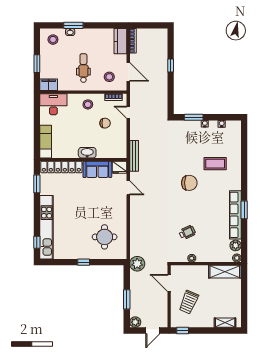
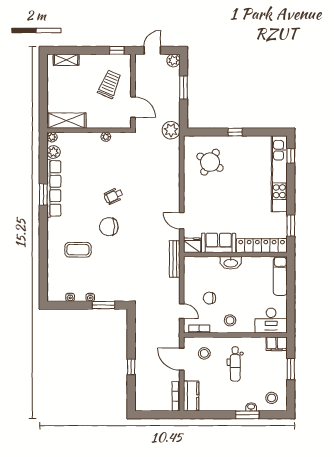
wheelchair: (187, 232) -> (114, 196), moved
round table: (105, 237) -> (210, 162), turned 31

